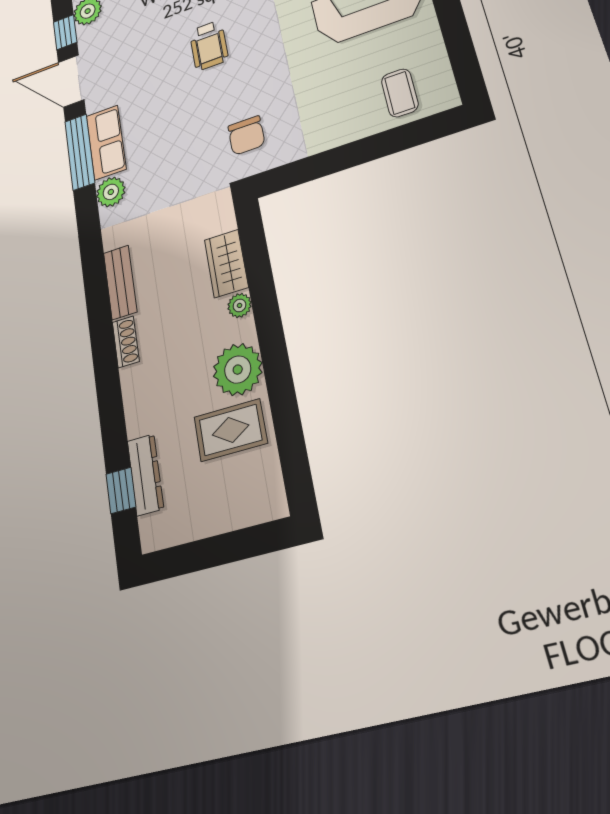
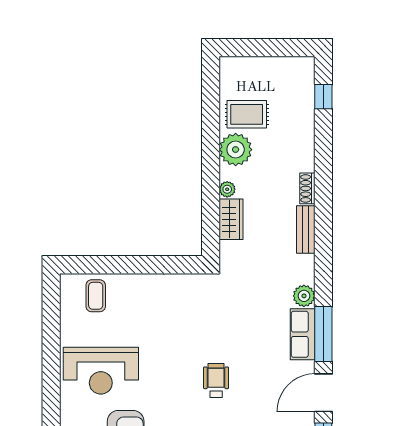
door: (71, 81) -> (323, 393), swing flipped
chair: (246, 135) -> (202, 303), removed
dresser: (145, 475) -> (306, 102), removed

